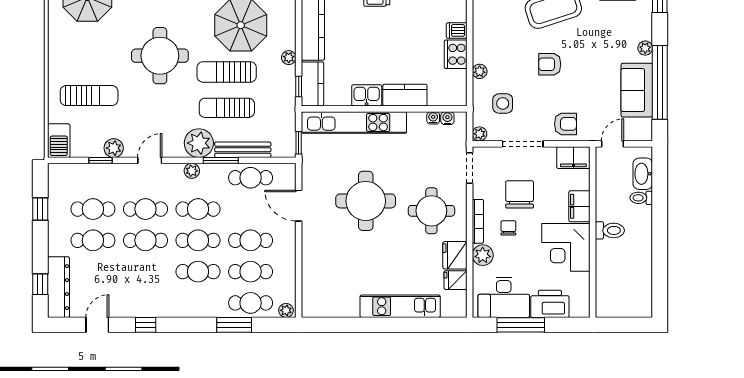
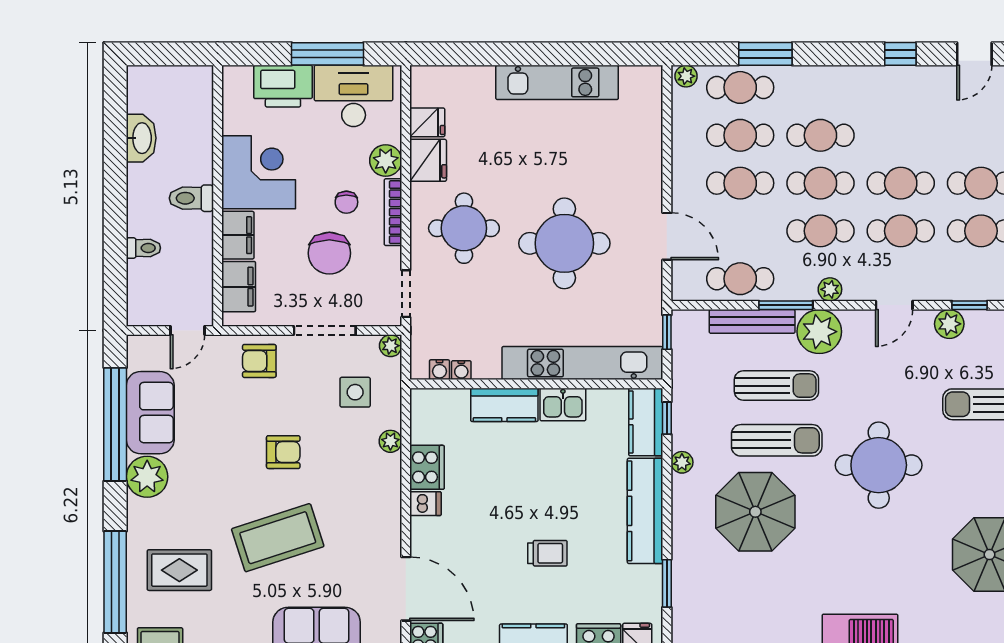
plant: (645, 48) -> (147, 477), width x1.87, depth x1.87
filing cabinet: (573, 158) -> (239, 287), moved, turned 90
washbasin: (643, 174) -> (141, 138), moved
kitchen unit: (400, 306) -> (557, 82), moved

